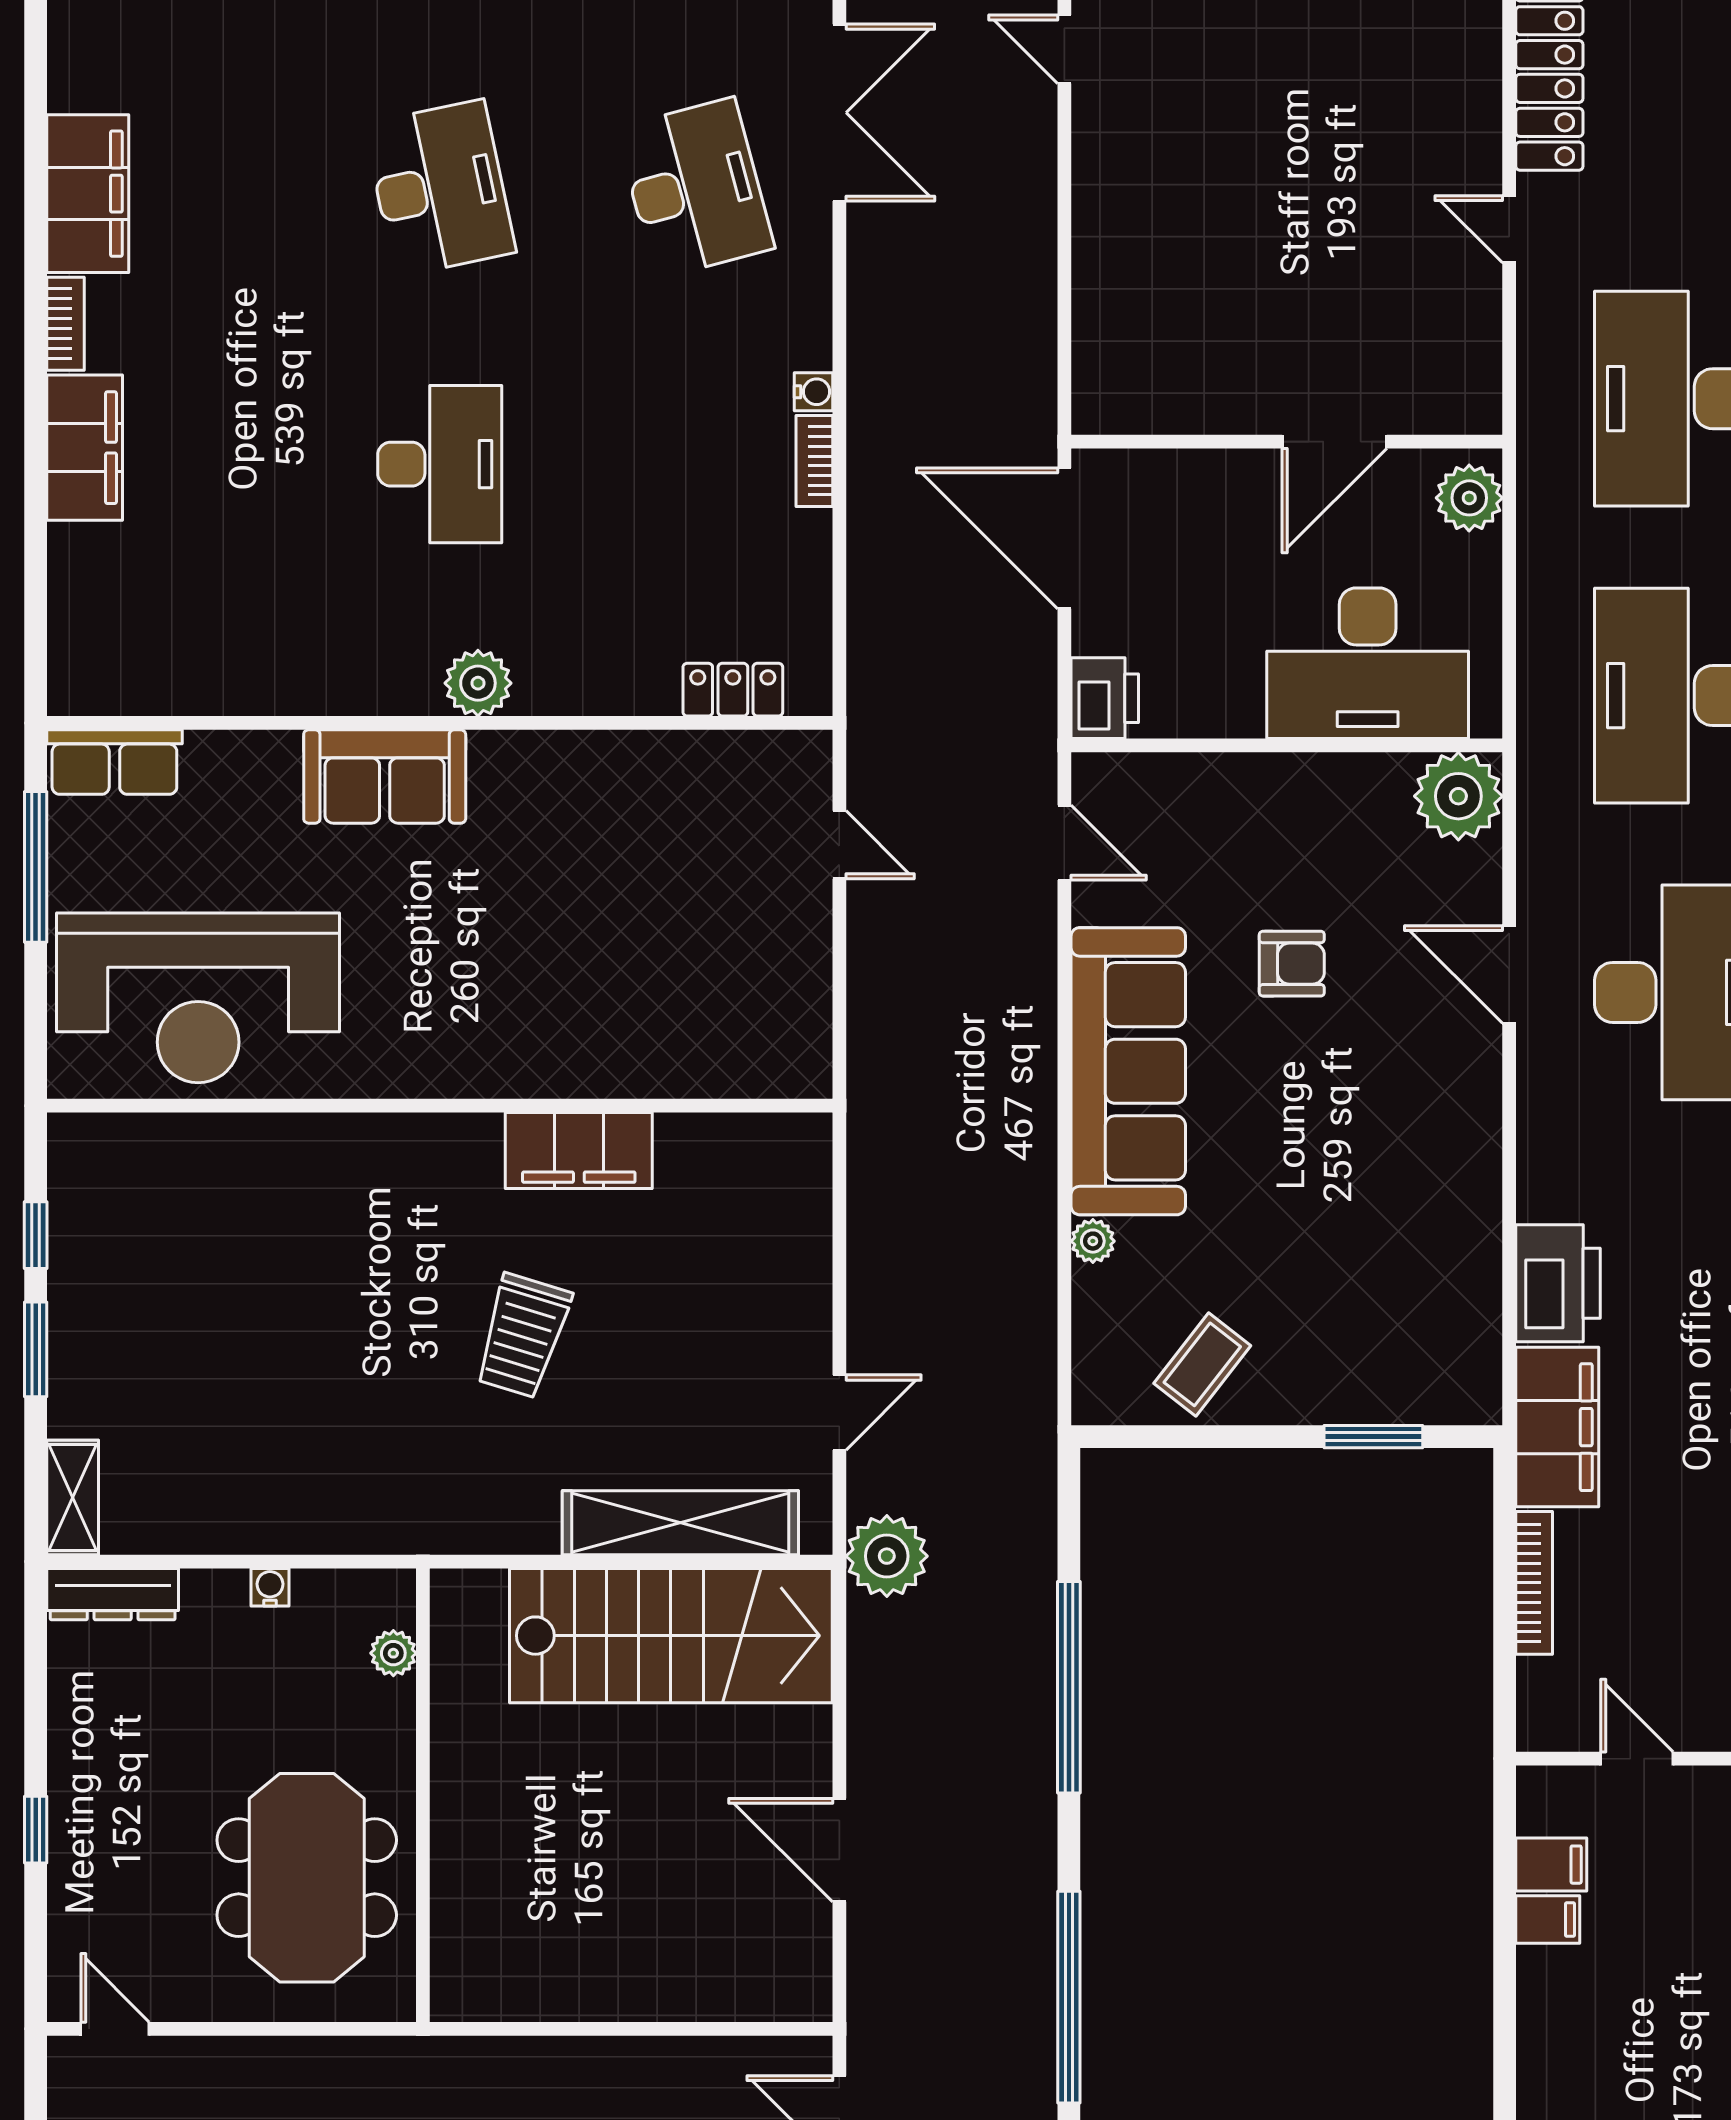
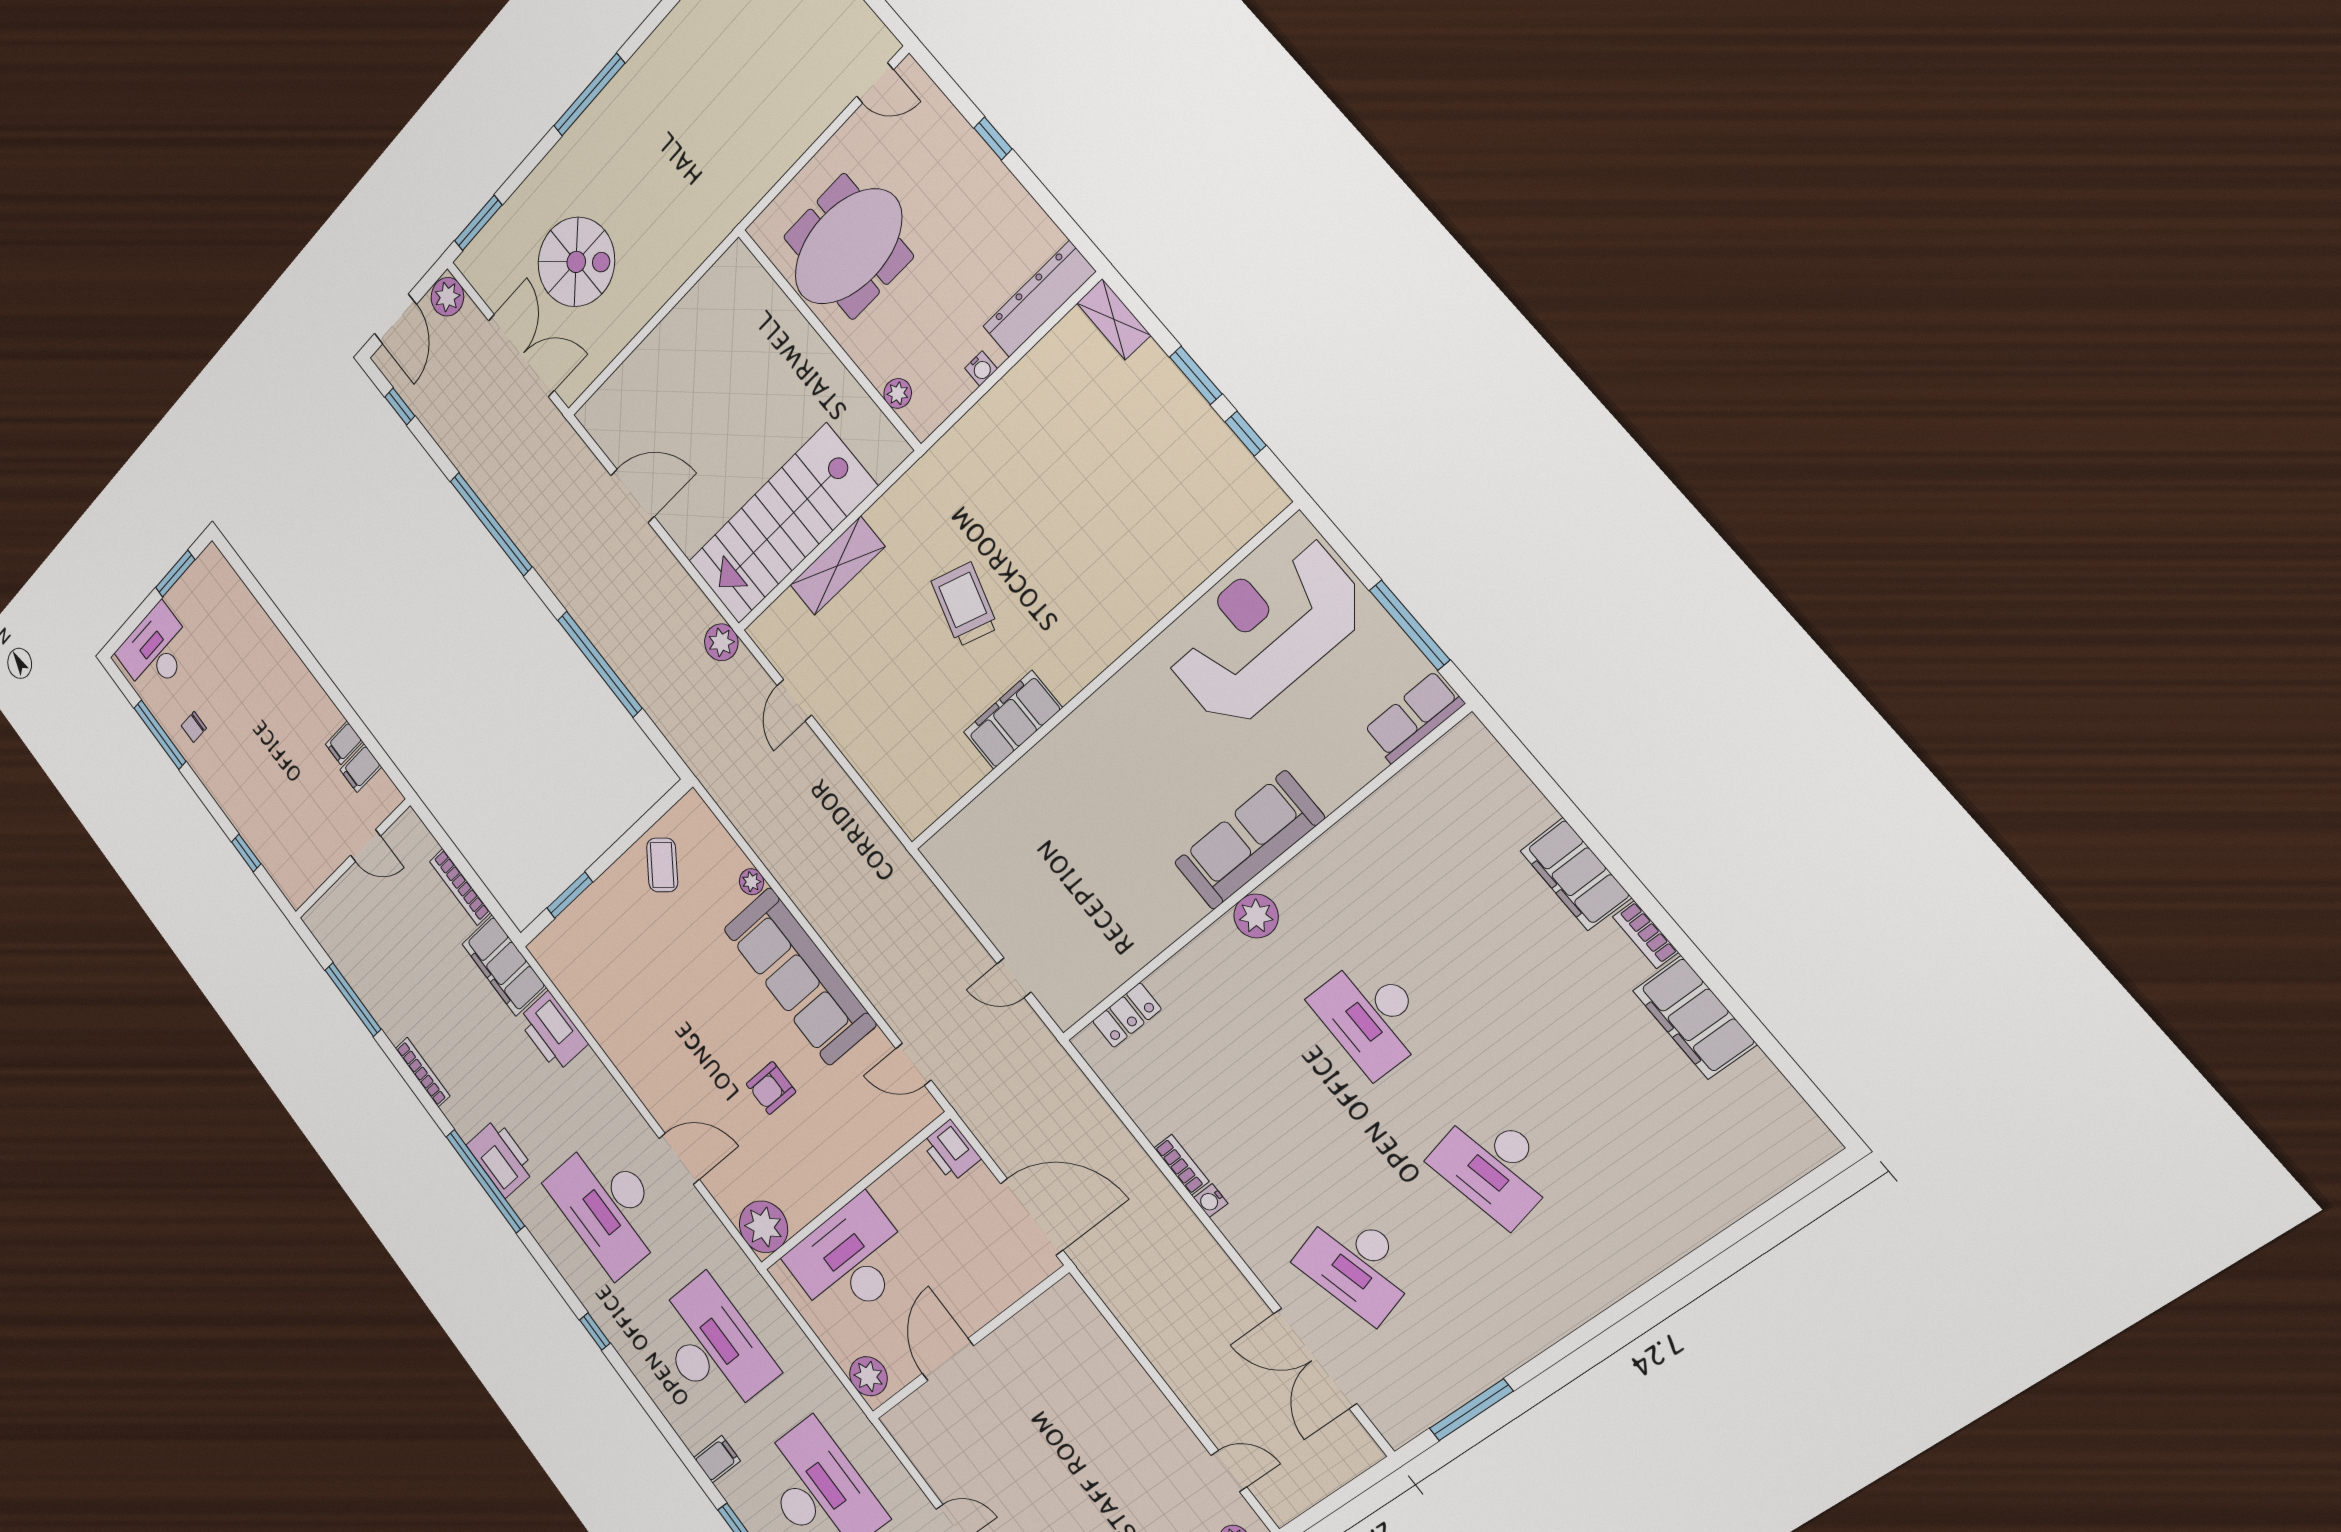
sofa: (385, 777) -> (1249, 840), width x1.36
shelving: (680, 1523) -> (837, 566), width x0.68
plant: (887, 1556) -> (721, 642), width x0.73, depth x0.73
dresser: (113, 1594) -> (1039, 299), width x1.37, depth x1.24
meeting table: (307, 1878) -> (848, 247), turned 90

